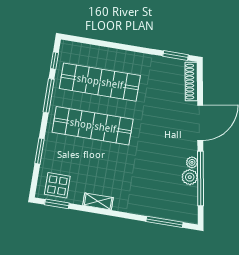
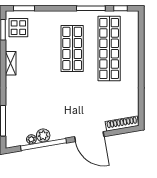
window: (176, 56) -> (141, 107), removed
shop shelf: (93, 126) -> (72, 49), width x0.71
window: (39, 151) -> (24, 8), moved
plant: (192, 162) -> (31, 139), moved

